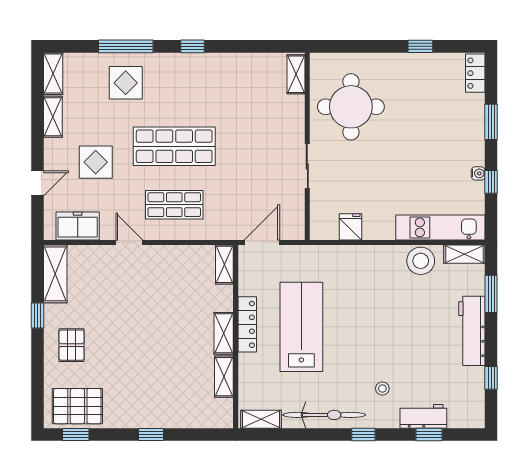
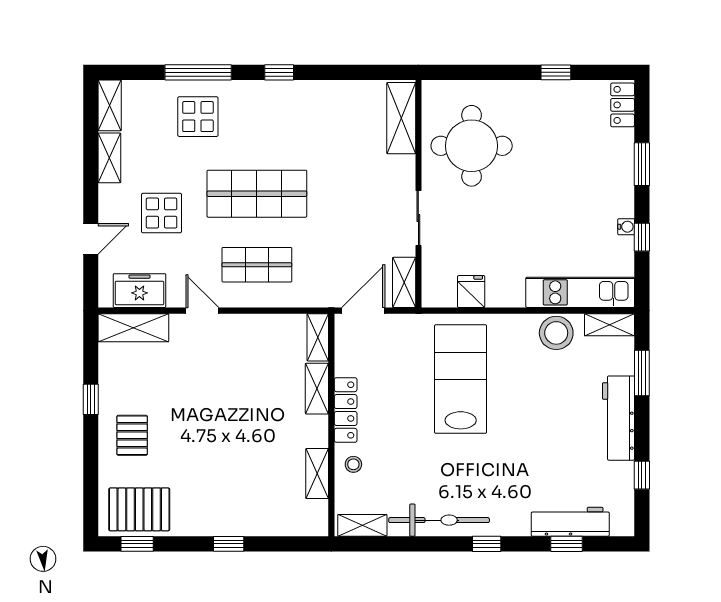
shelving: (296, 74) -> (401, 118), width x1.50, depth x1.33
shelving: (295, 219) -> (404, 282), added
shelving: (55, 274) -> (133, 328), moved, turned 90
lab bench: (301, 327) -> (461, 379), moved
shelving: (224, 333) -> (317, 389), moved
stool: (382, 389) -> (353, 464), moved
workbench: (423, 416) -> (570, 522), width x1.38

